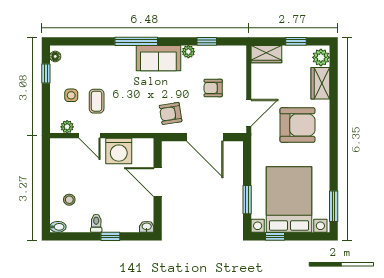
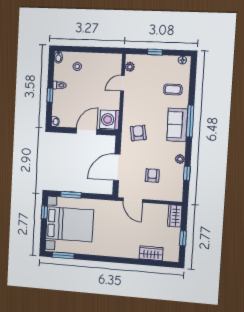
plant: (321, 57) -> (170, 255), removed
sofa: (158, 58) -> (177, 125), moved
window: (46, 74) -> (155, 52), moved
side table: (71, 95) -> (153, 71), removed
coffee table: (97, 101) -> (173, 90), moved
armchair: (171, 113) -> (138, 133), moved
armchair: (297, 125) -> (122, 234), removed
washing machine: (119, 151) -> (109, 120), moved

